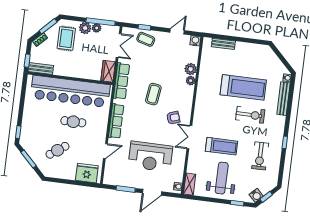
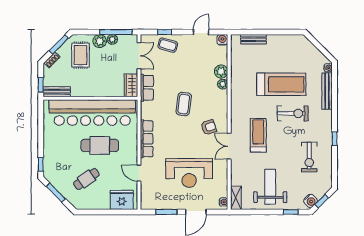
row of seats: (121, 81) -> (147, 88), width x0.68
cafe table: (73, 122) -> (100, 145), width x1.37, depth x1.35
treadmill: (222, 146) -> (258, 135), moved, turned -90
door: (105, 151) -> (139, 173), swing flipped

